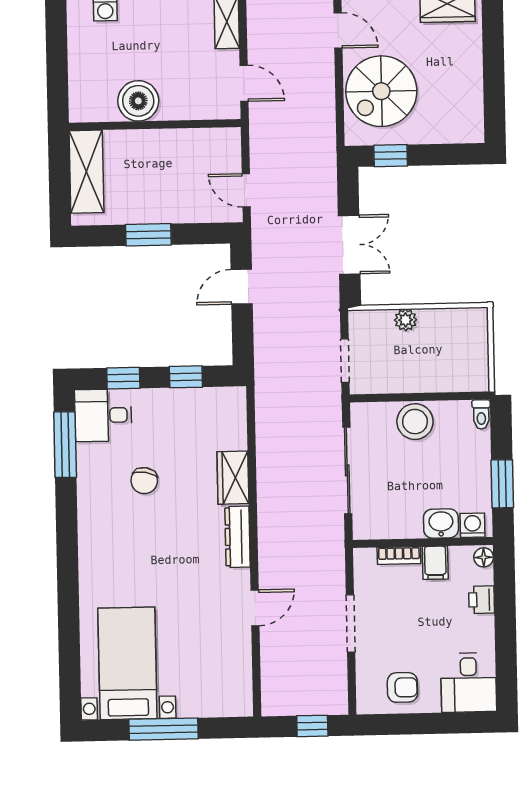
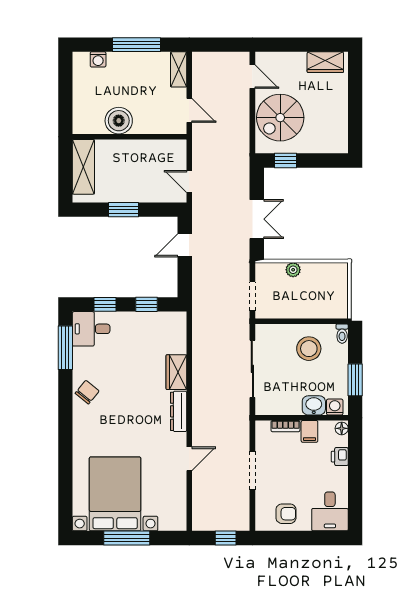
stool: (415, 422) -> (309, 349), moved
chair: (144, 481) -> (87, 392), moved, turned -151
bed with nightstands: (127, 663) -> (115, 494), width x1.36

